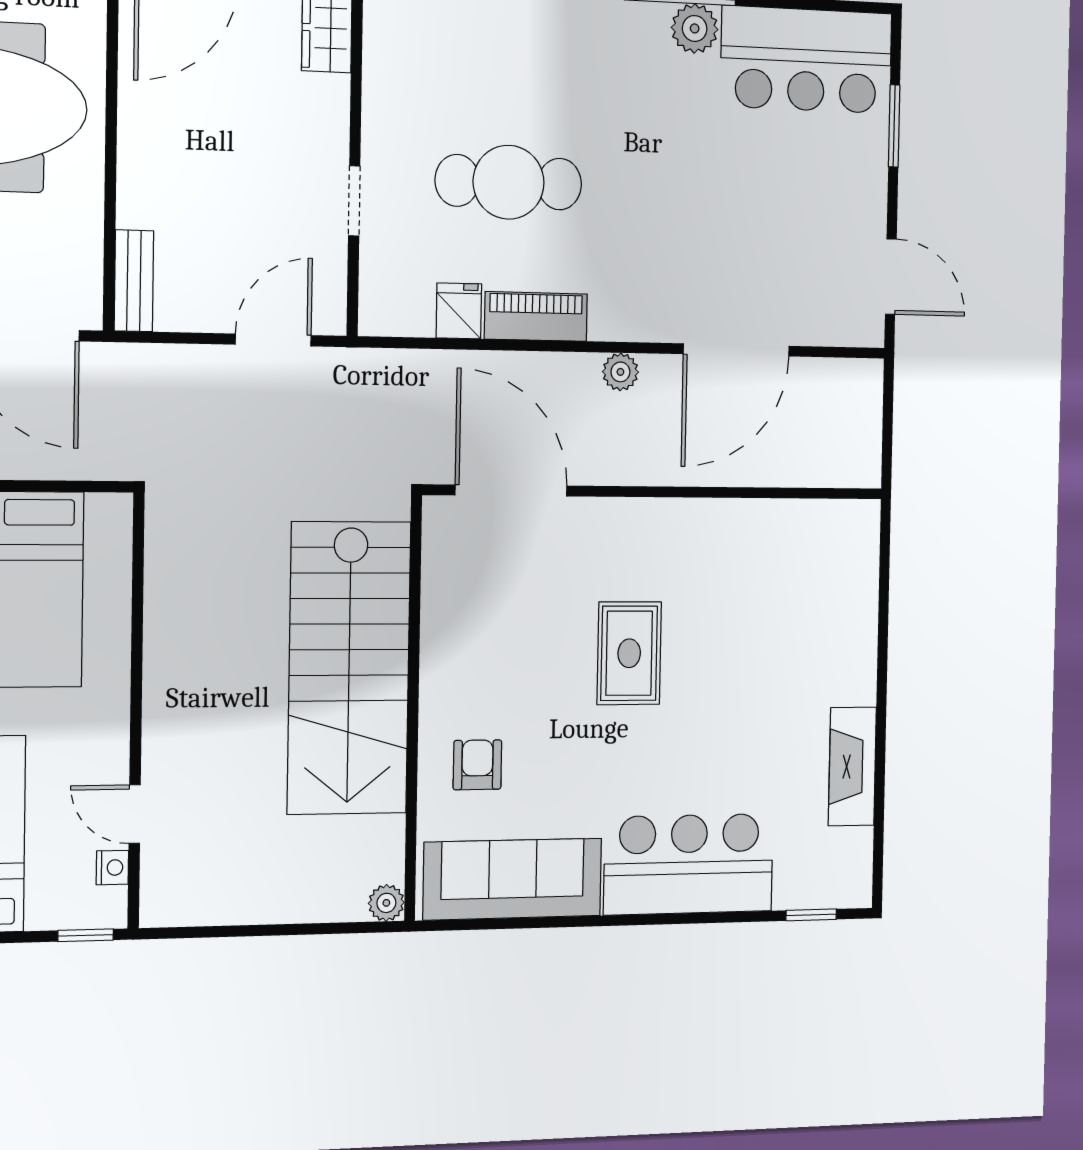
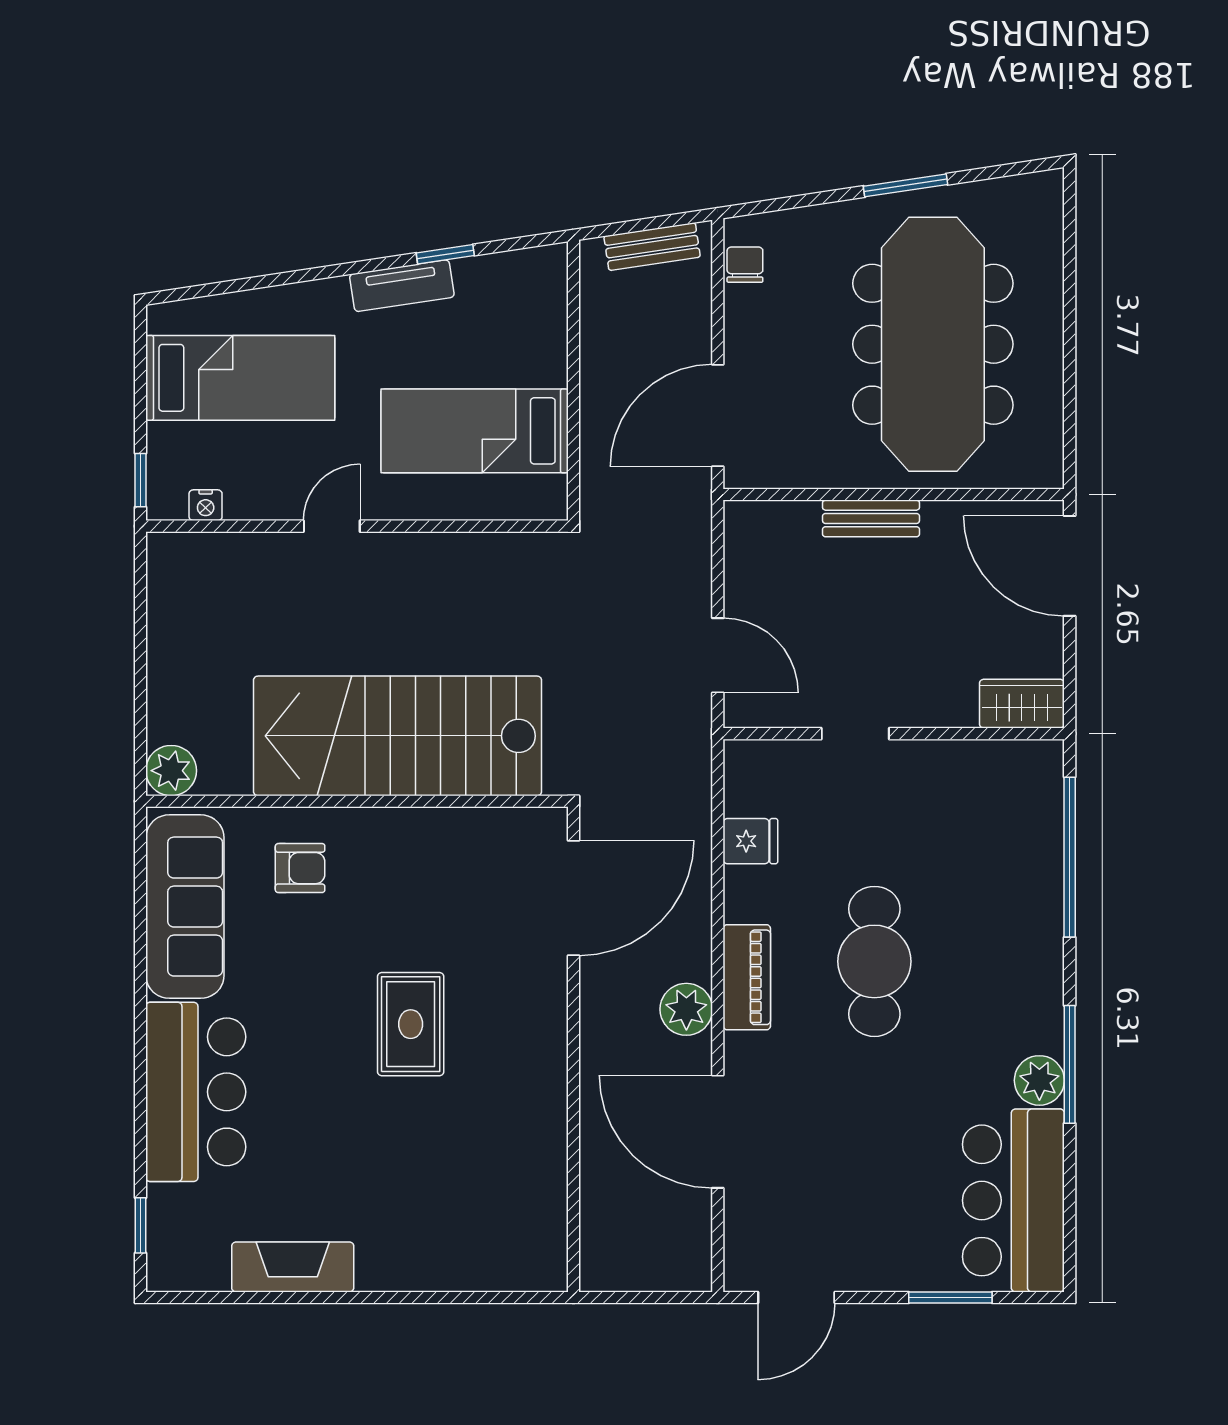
cafe table: (509, 182) -> (874, 961), moved
bench: (134, 281) -> (871, 518), moved
piano: (536, 316) -> (747, 977), moved
plant: (620, 372) -> (686, 1009), width x1.38, depth x1.38
rug: (629, 653) -> (411, 1024), turned 90
door: (135, 814) -> (332, 526), moved
plant: (386, 903) -> (171, 771), width x1.38, depth x1.38

